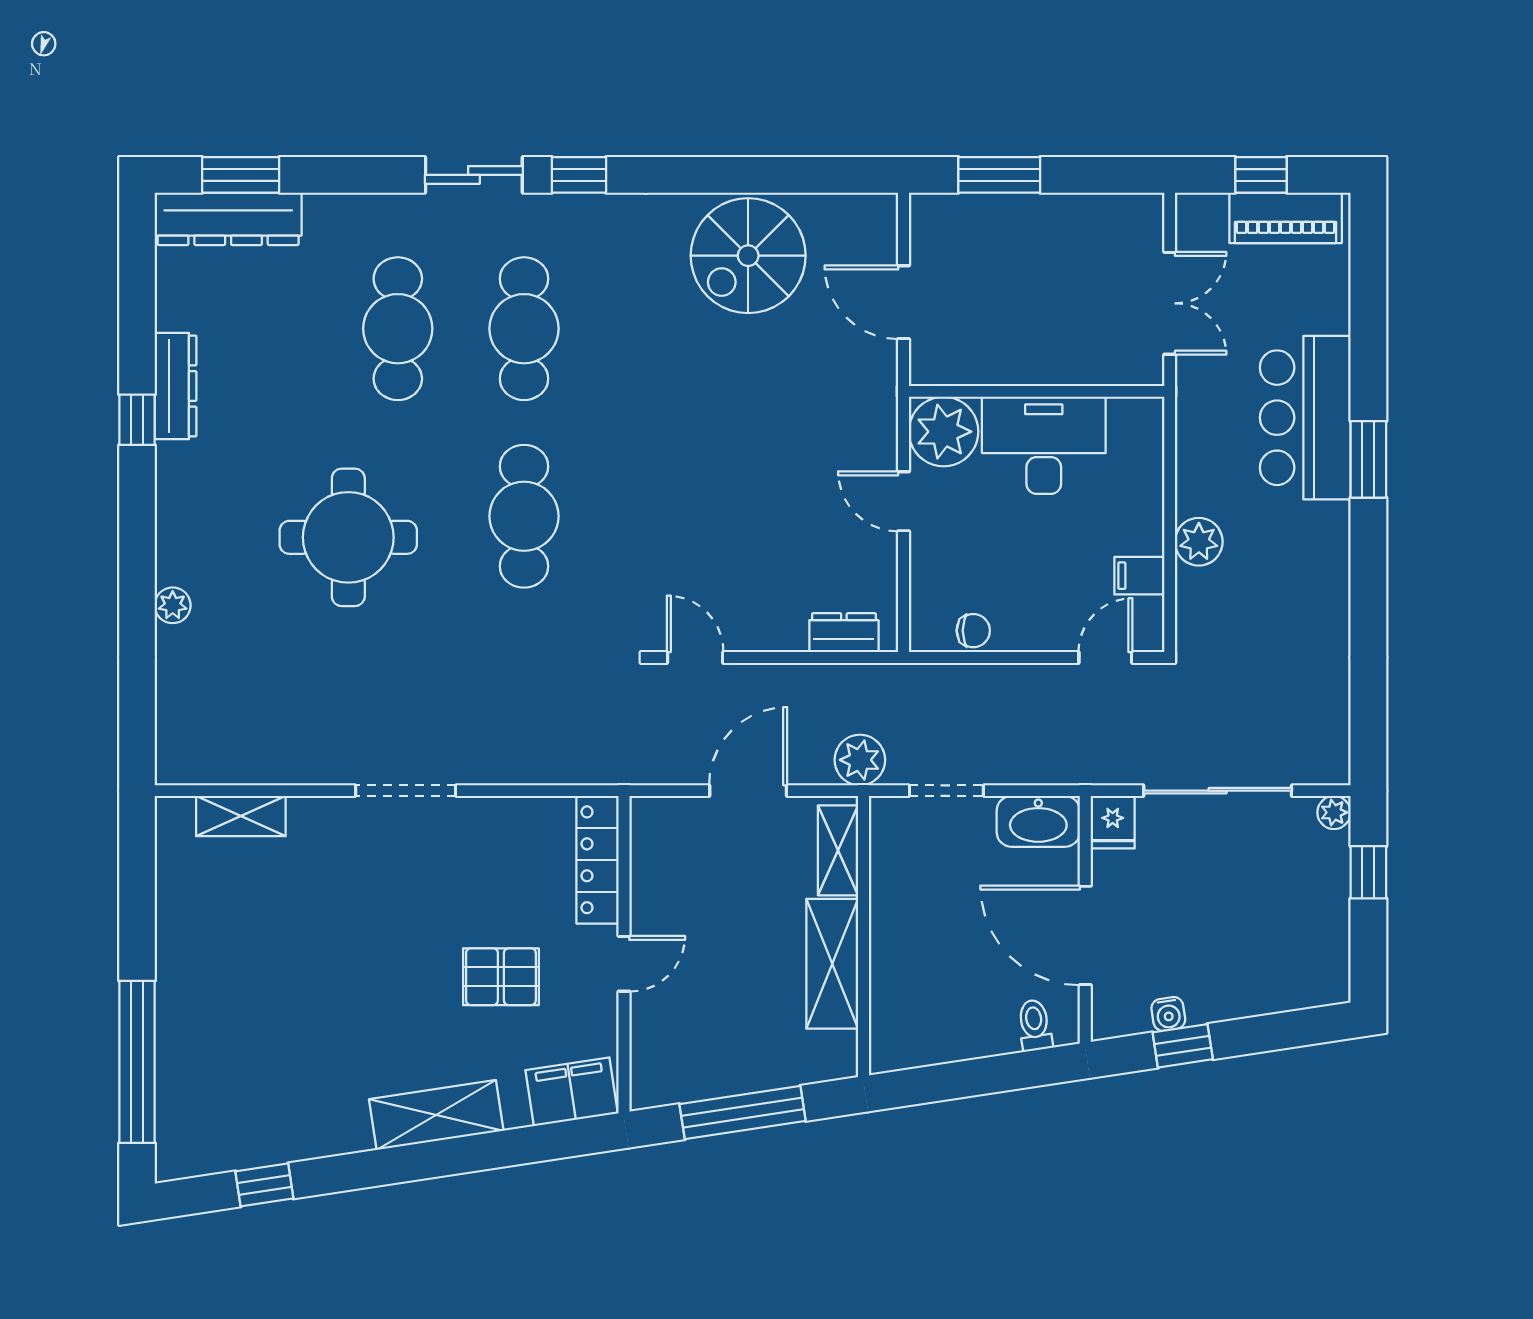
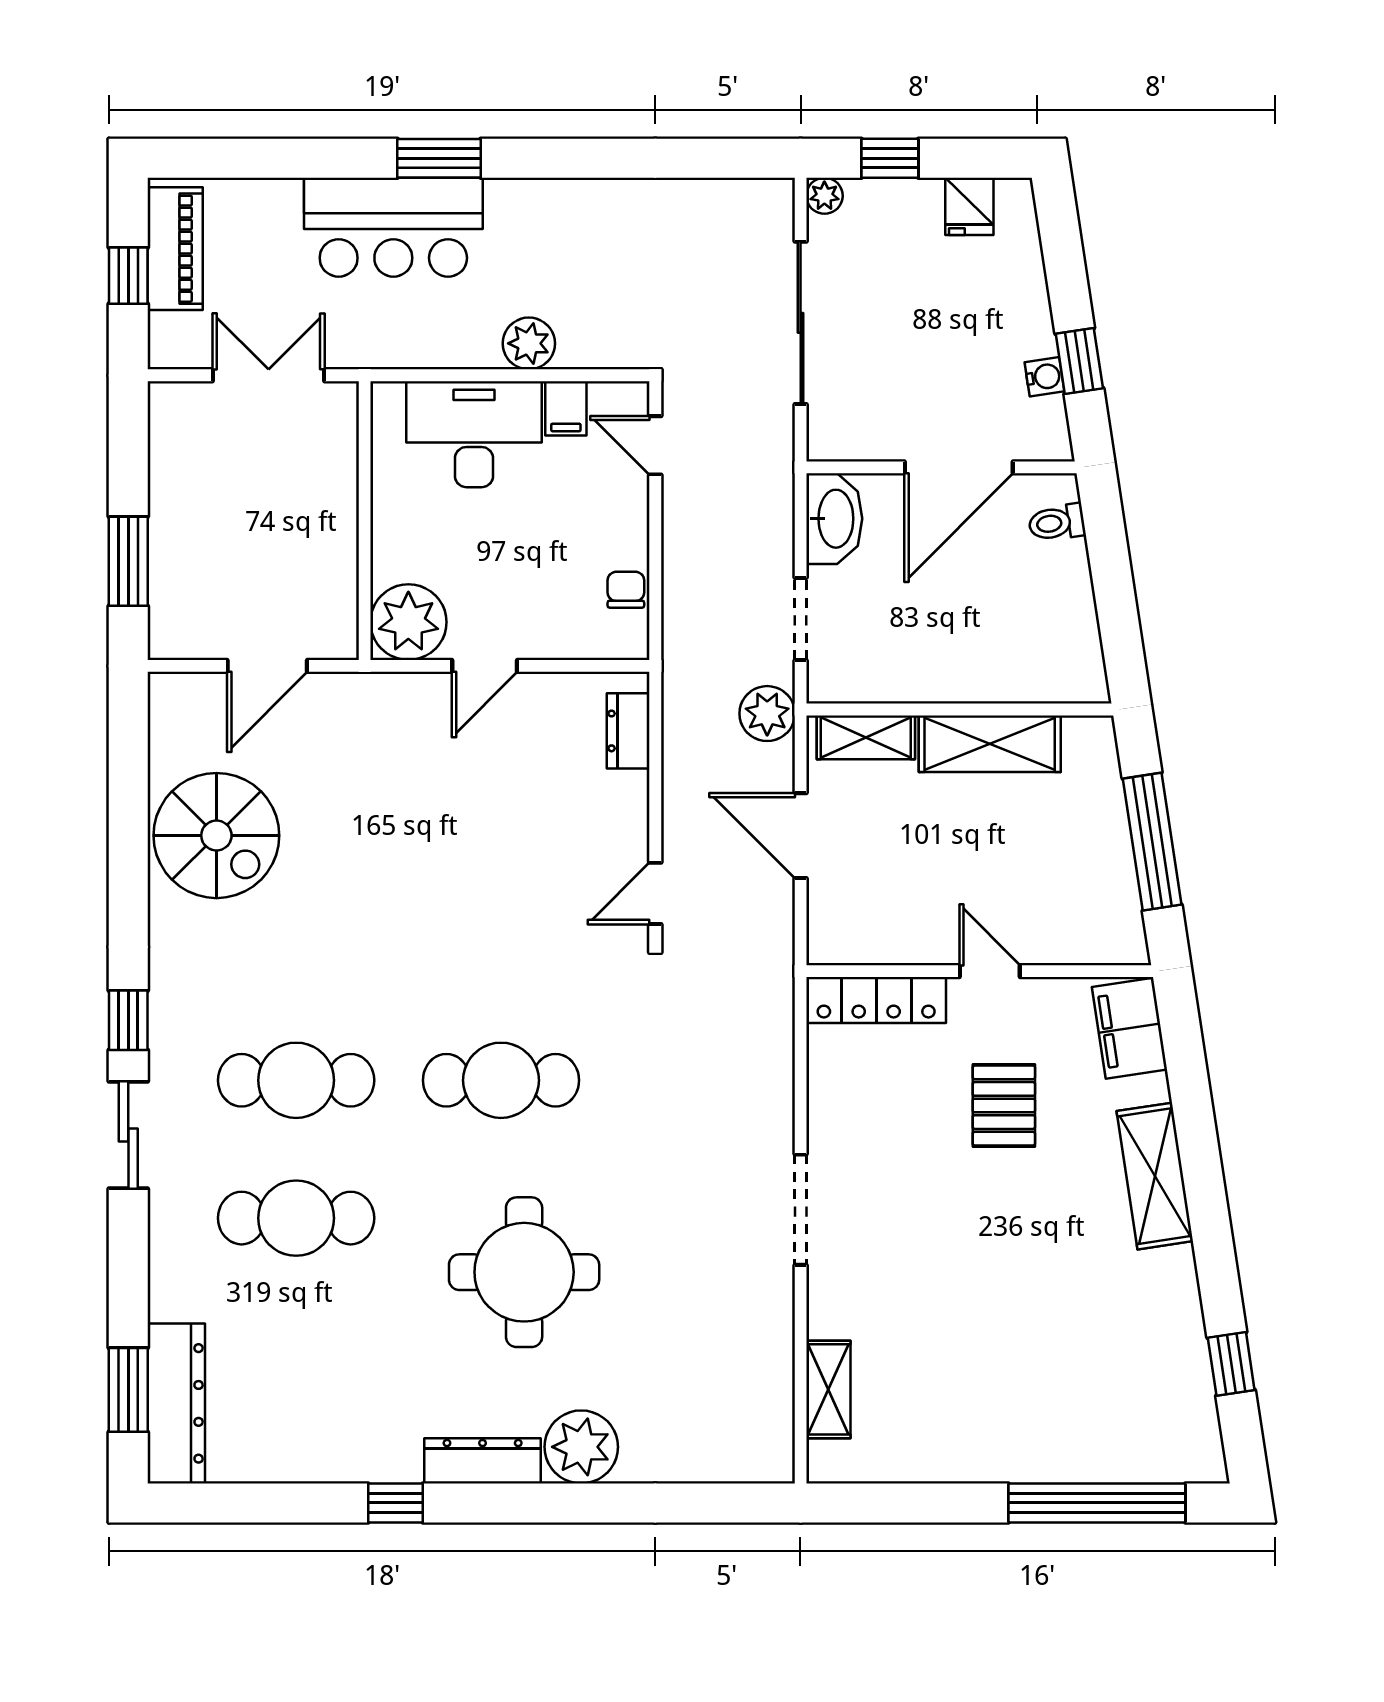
dresser: (176, 386) -> (483, 1461), moved
desk: (1044, 445) -> (474, 434), moved, turned 90
plant: (173, 605) -> (581, 1447), width x1.87, depth x1.87
fridge: (1113, 822) -> (969, 206), moved, turned 90

